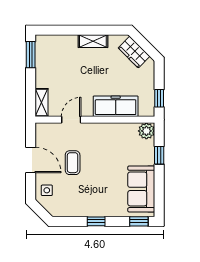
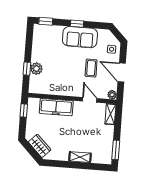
shelving: (93, 41) -> (80, 157), moved
door: (71, 120) -> (90, 100), swing flipped
plant: (41, 129) -> (112, 95), added
plant: (146, 131) -> (36, 69), moved
sofa: (141, 189) -> (80, 37), moved, turned 90

